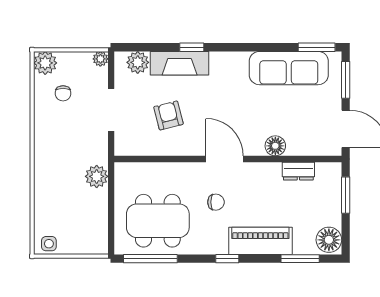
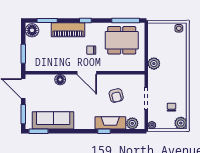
dresser: (298, 171) -> (48, 66), removed

